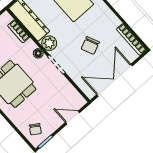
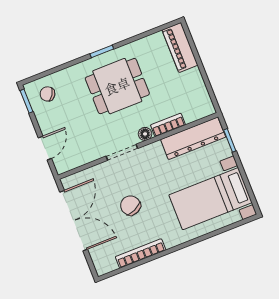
bookcase: (19, 31) -> (168, 125), moved
bookcase: (131, 39) -> (141, 253), moved
plant: (49, 43) -> (153, 153), removed

